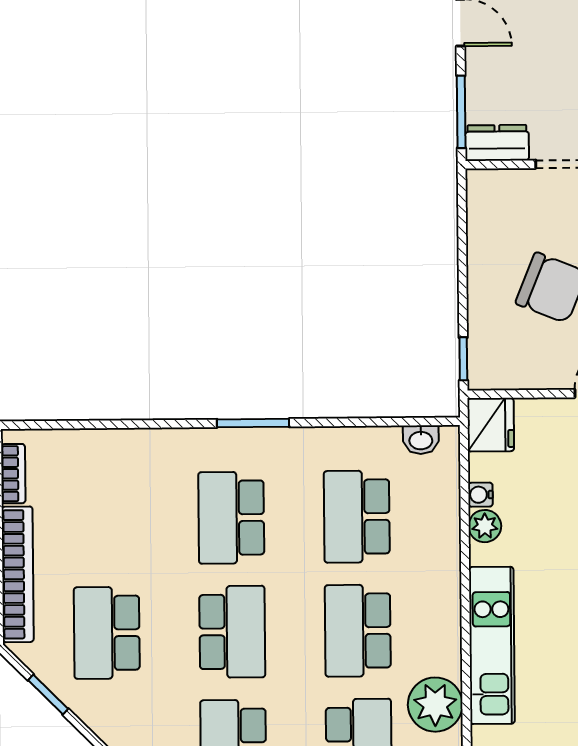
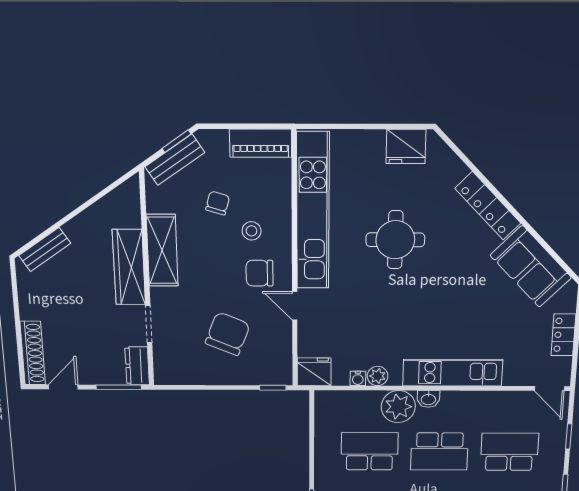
washbasin: (421, 440) -> (428, 399), moved, turned 90
school desk: (357, 517) -> (370, 451), turned 180
plant: (435, 705) -> (398, 407), moved

